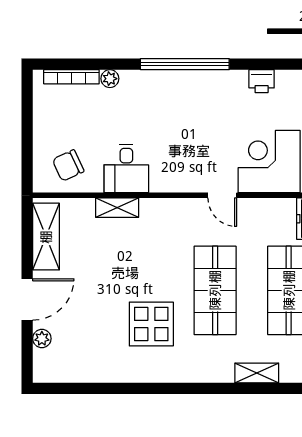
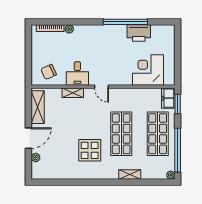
window: (185, 64) -> (125, 22), moved
printer: (262, 81) -> (139, 33), width x1.87, depth x1.48
door: (222, 195) -> (102, 87), moved
shelving: (257, 373) -> (130, 174), moved

